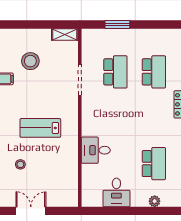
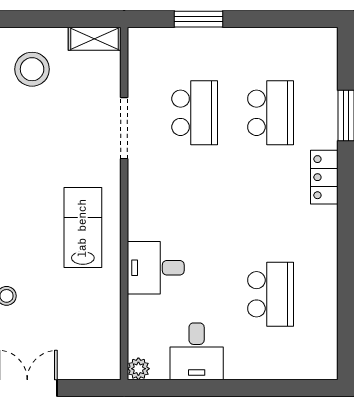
stool: (30, 61) -> (32, 69), moved
lab bench: (40, 128) -> (83, 228), moved, turned 90
plant: (155, 201) -> (138, 369), moved

